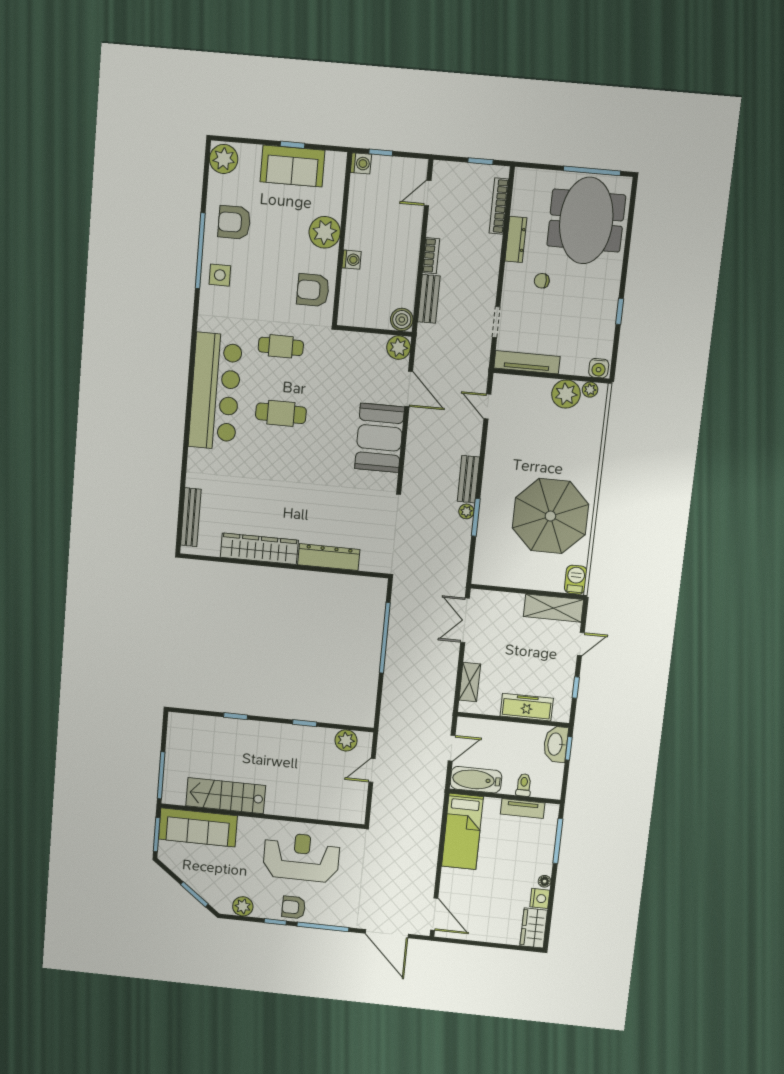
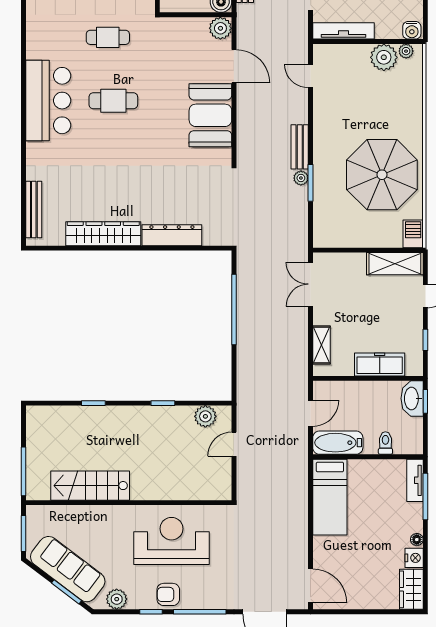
bar counter: (215, 392) -> (48, 101), width x0.73
tv unit: (523, 809) -> (415, 480), moved, turned 90
sofa: (198, 827) -> (68, 569), moved, turned -143

